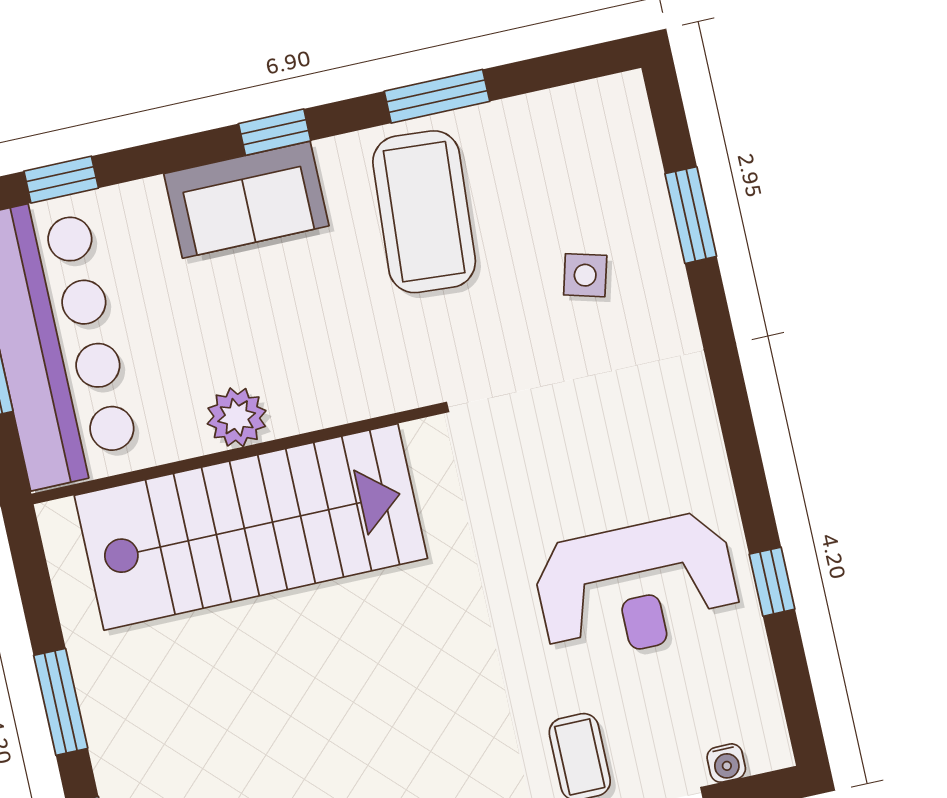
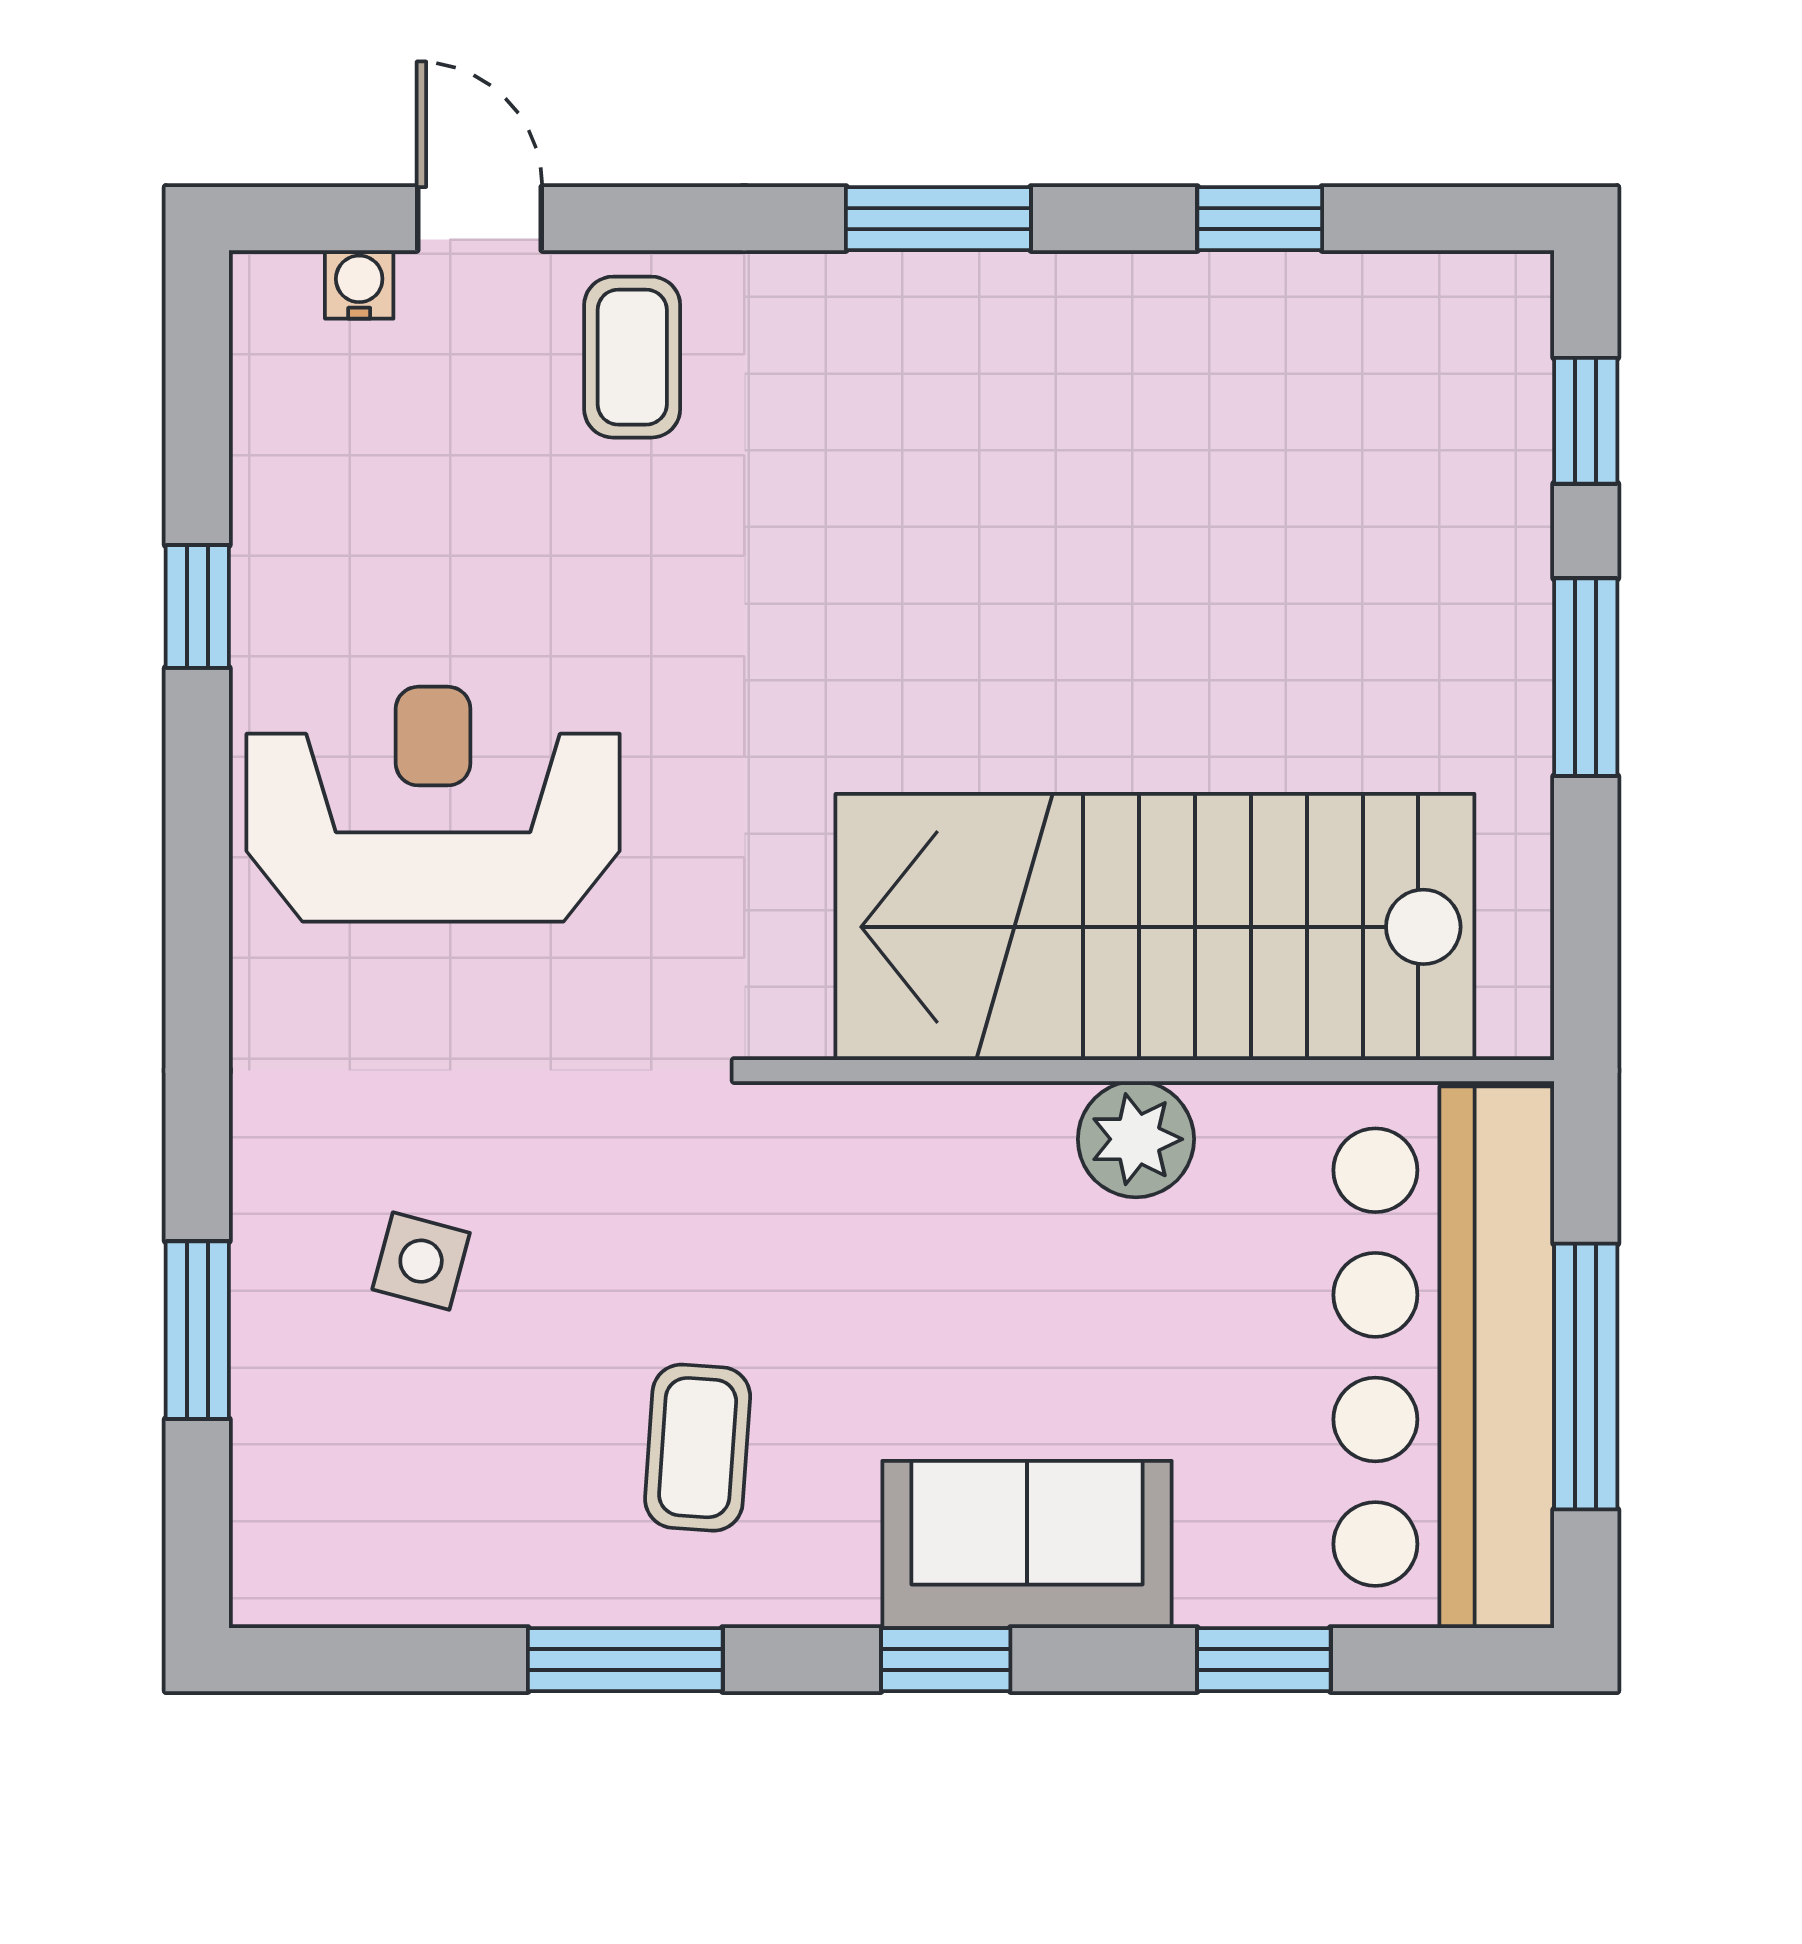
window: (61, 180) -> (1264, 1660), moved
coffee table: (424, 212) -> (698, 1448), width x0.54, depth x0.58
reception desk: (637, 587) -> (433, 804), moved

